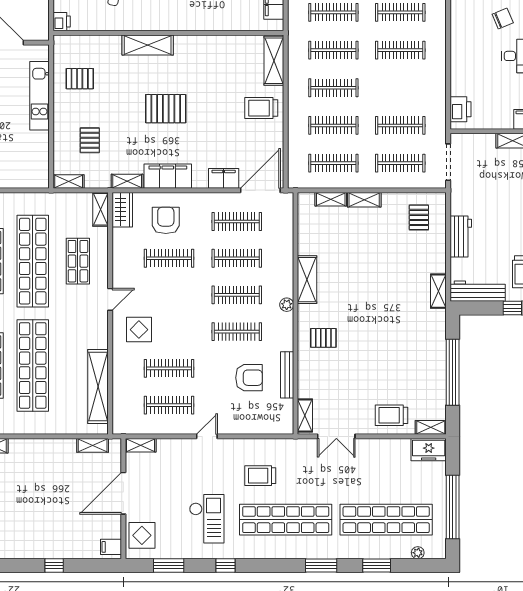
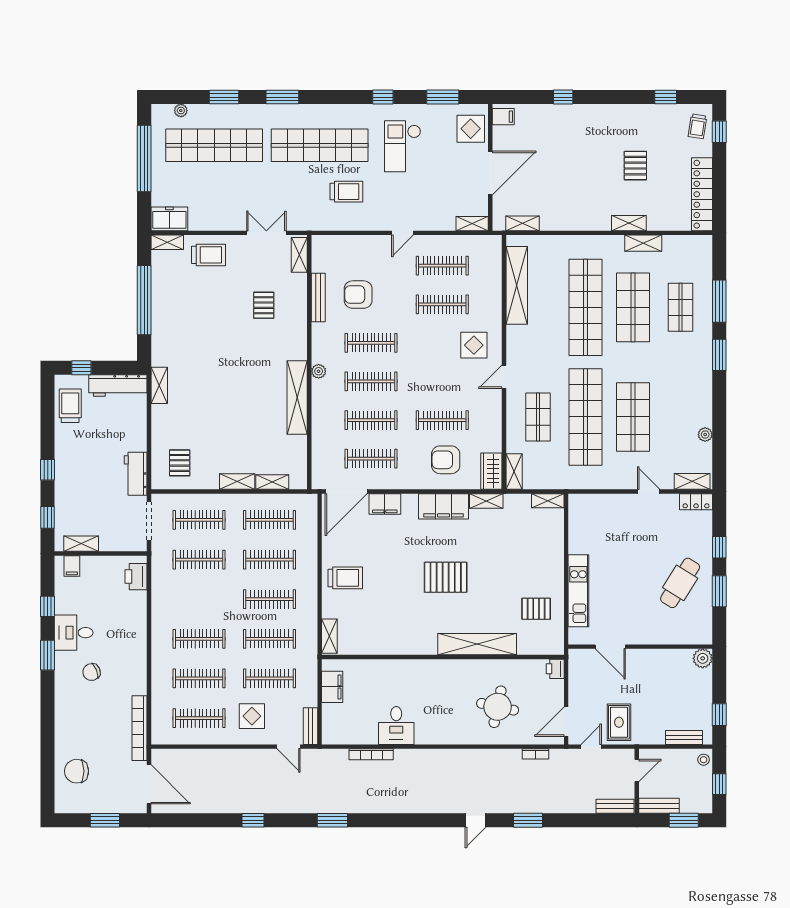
shelving: (148, 45) -> (477, 644), width x1.47
shelving: (274, 61) -> (329, 636), width x0.67, depth x0.75
pallet: (90, 140) -> (526, 544), removed
armchair: (166, 220) -> (446, 460), turned 90
workbench: (461, 237) -> (136, 474), moved
shelving: (307, 280) -> (297, 398), width x1.47
pallet: (323, 338) -> (264, 305), moved, turned 90

